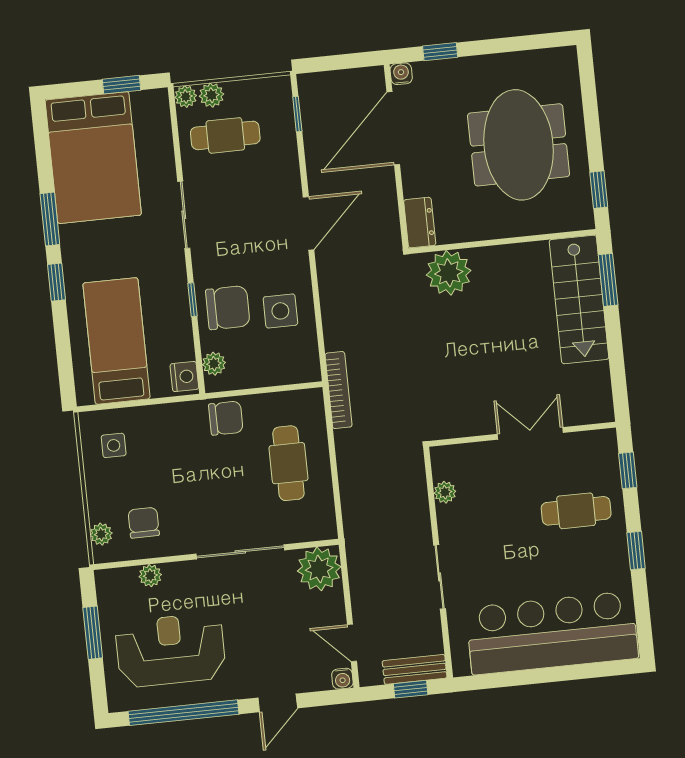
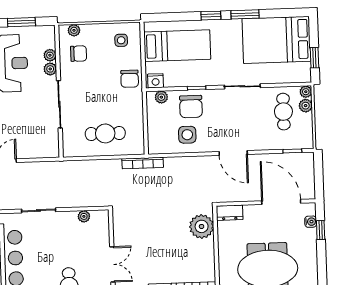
water cooler: (401, 74) -> (311, 222), moved
chair: (226, 418) -> (130, 79), moved
plant: (319, 569) -> (50, 69), moved, width x0.53, depth x0.53

